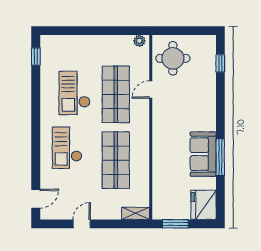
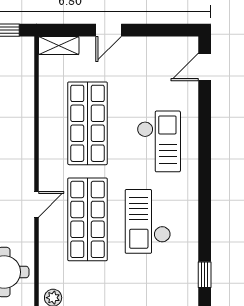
door: (151, 90) -> (36, 204), moved
checkout: (75, 93) -> (148, 221), turned 180
door: (82, 224) -> (109, 30), moved

